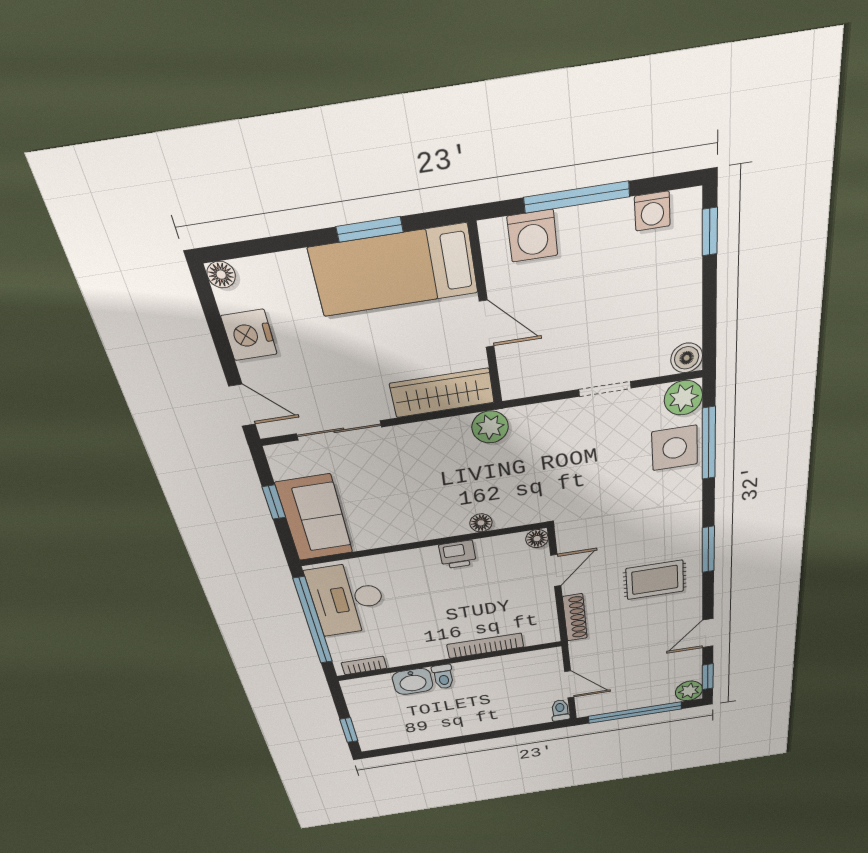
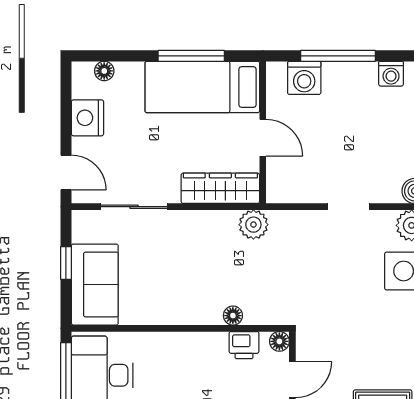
window: (370, 229) -> (191, 56), width x1.44
floor lamp: (221, 275) -> (104, 71), moved
printer: (458, 554) -> (244, 345), moved

